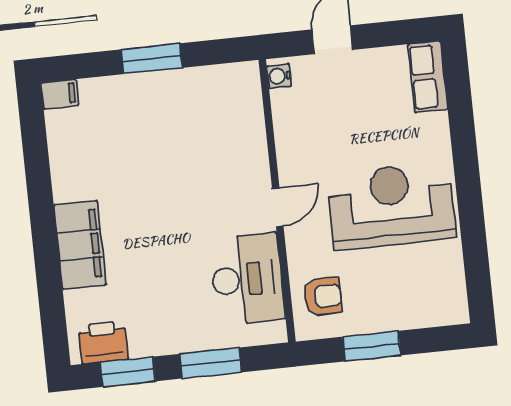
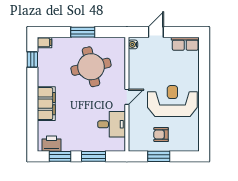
row of seats: (428, 77) -> (185, 44), moved, turned -90
window: (34, 139) -> (32, 59), added
round table: (181, 142) -> (91, 67), added
desk: (247, 279) -> (112, 124), width x0.73
armchair: (323, 296) -> (161, 135), moved, turned 180

